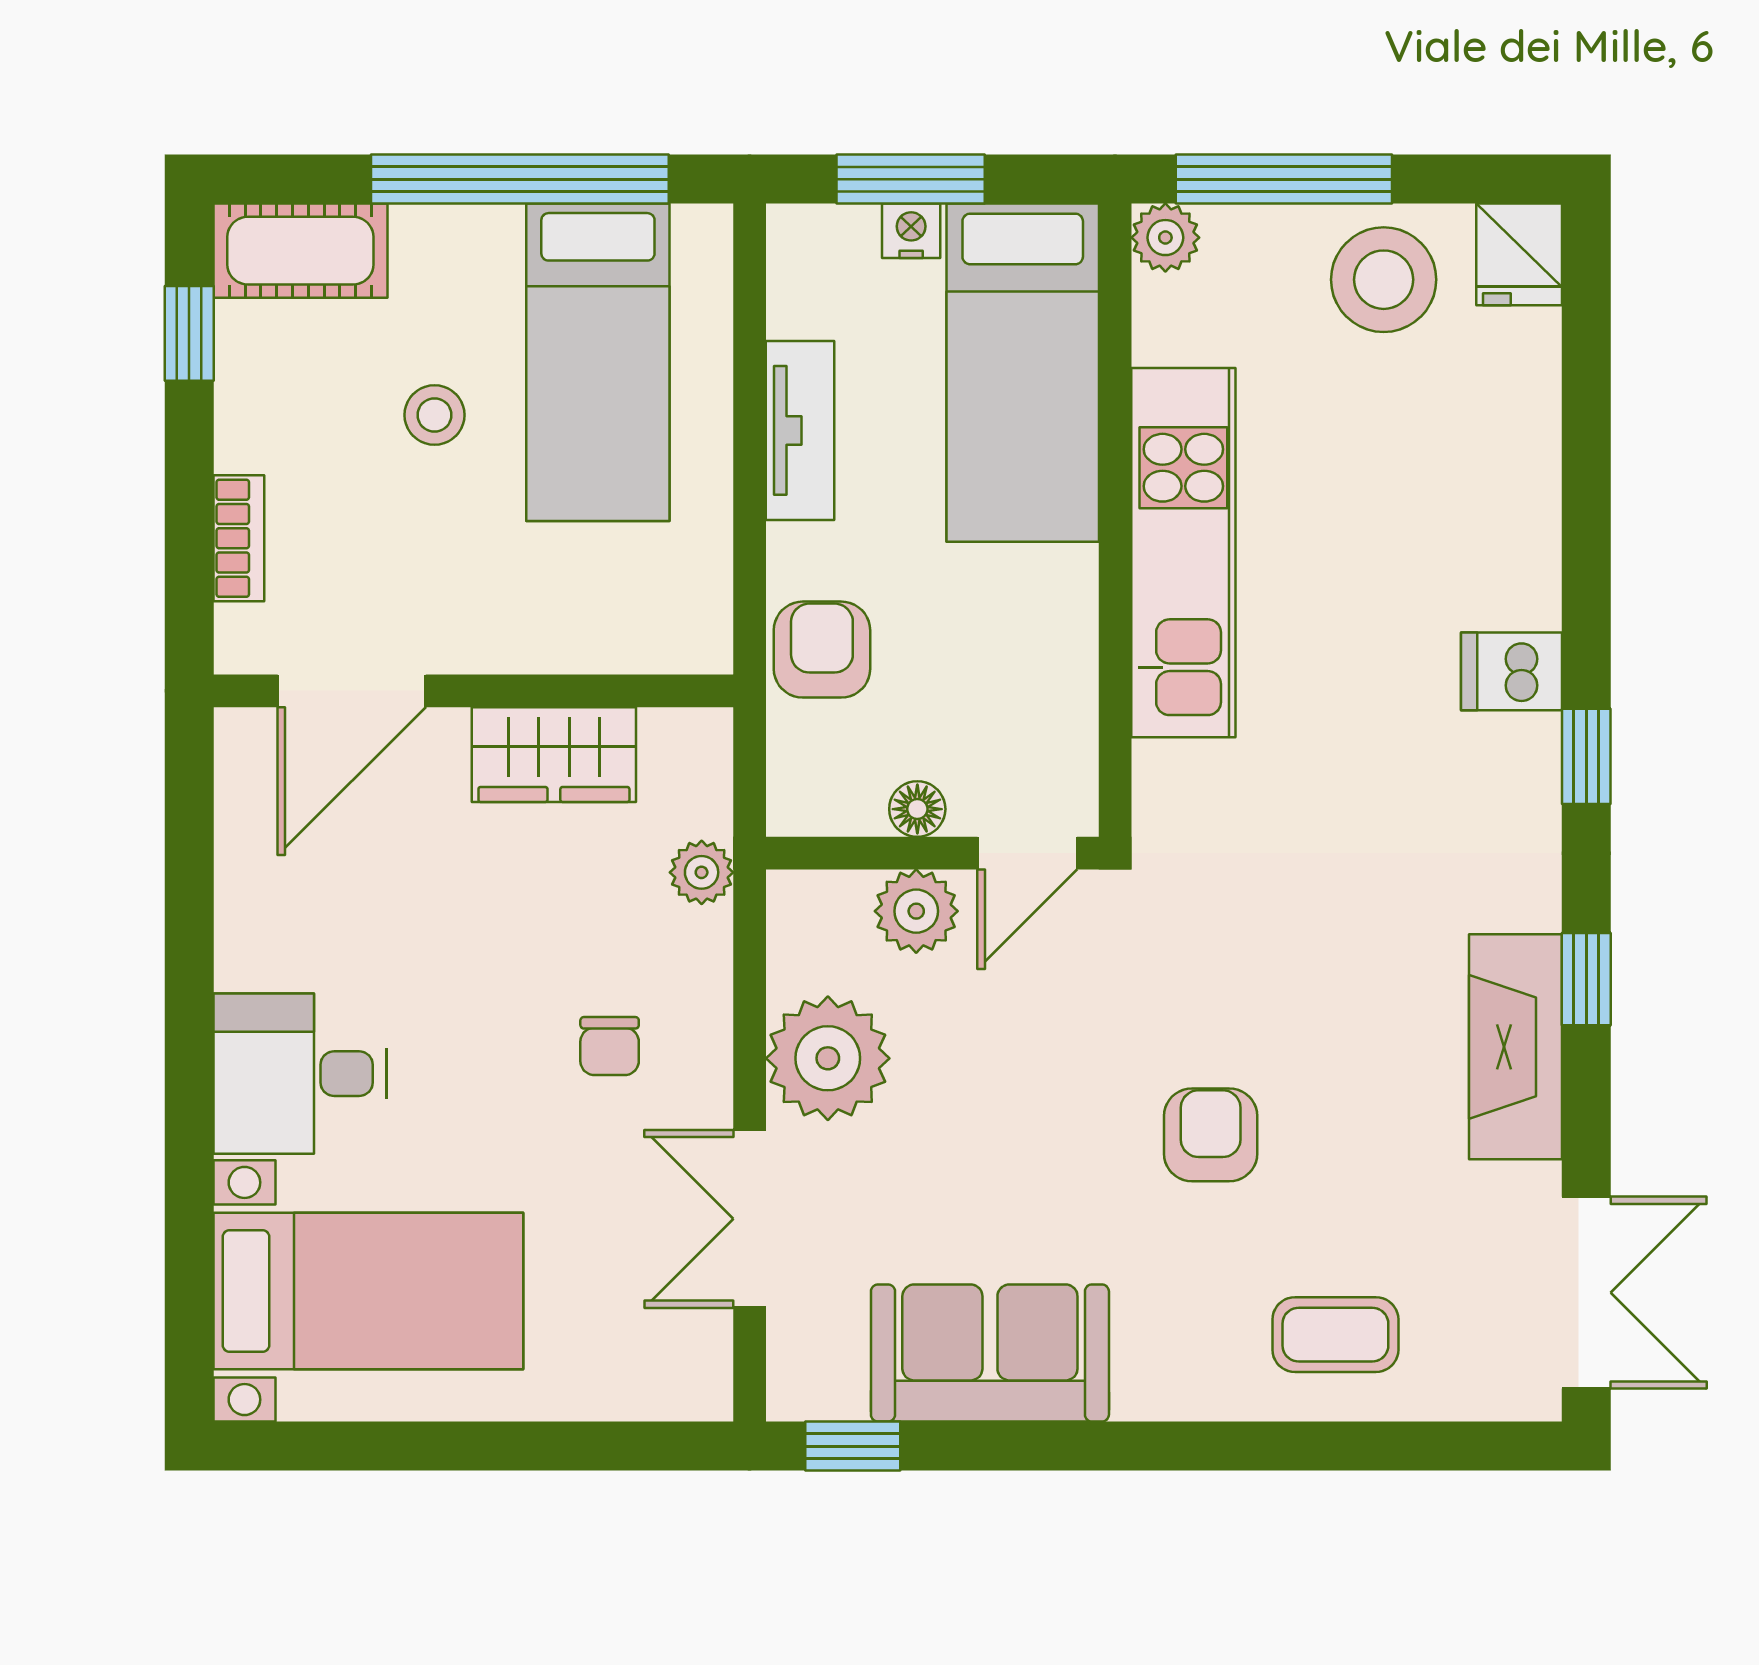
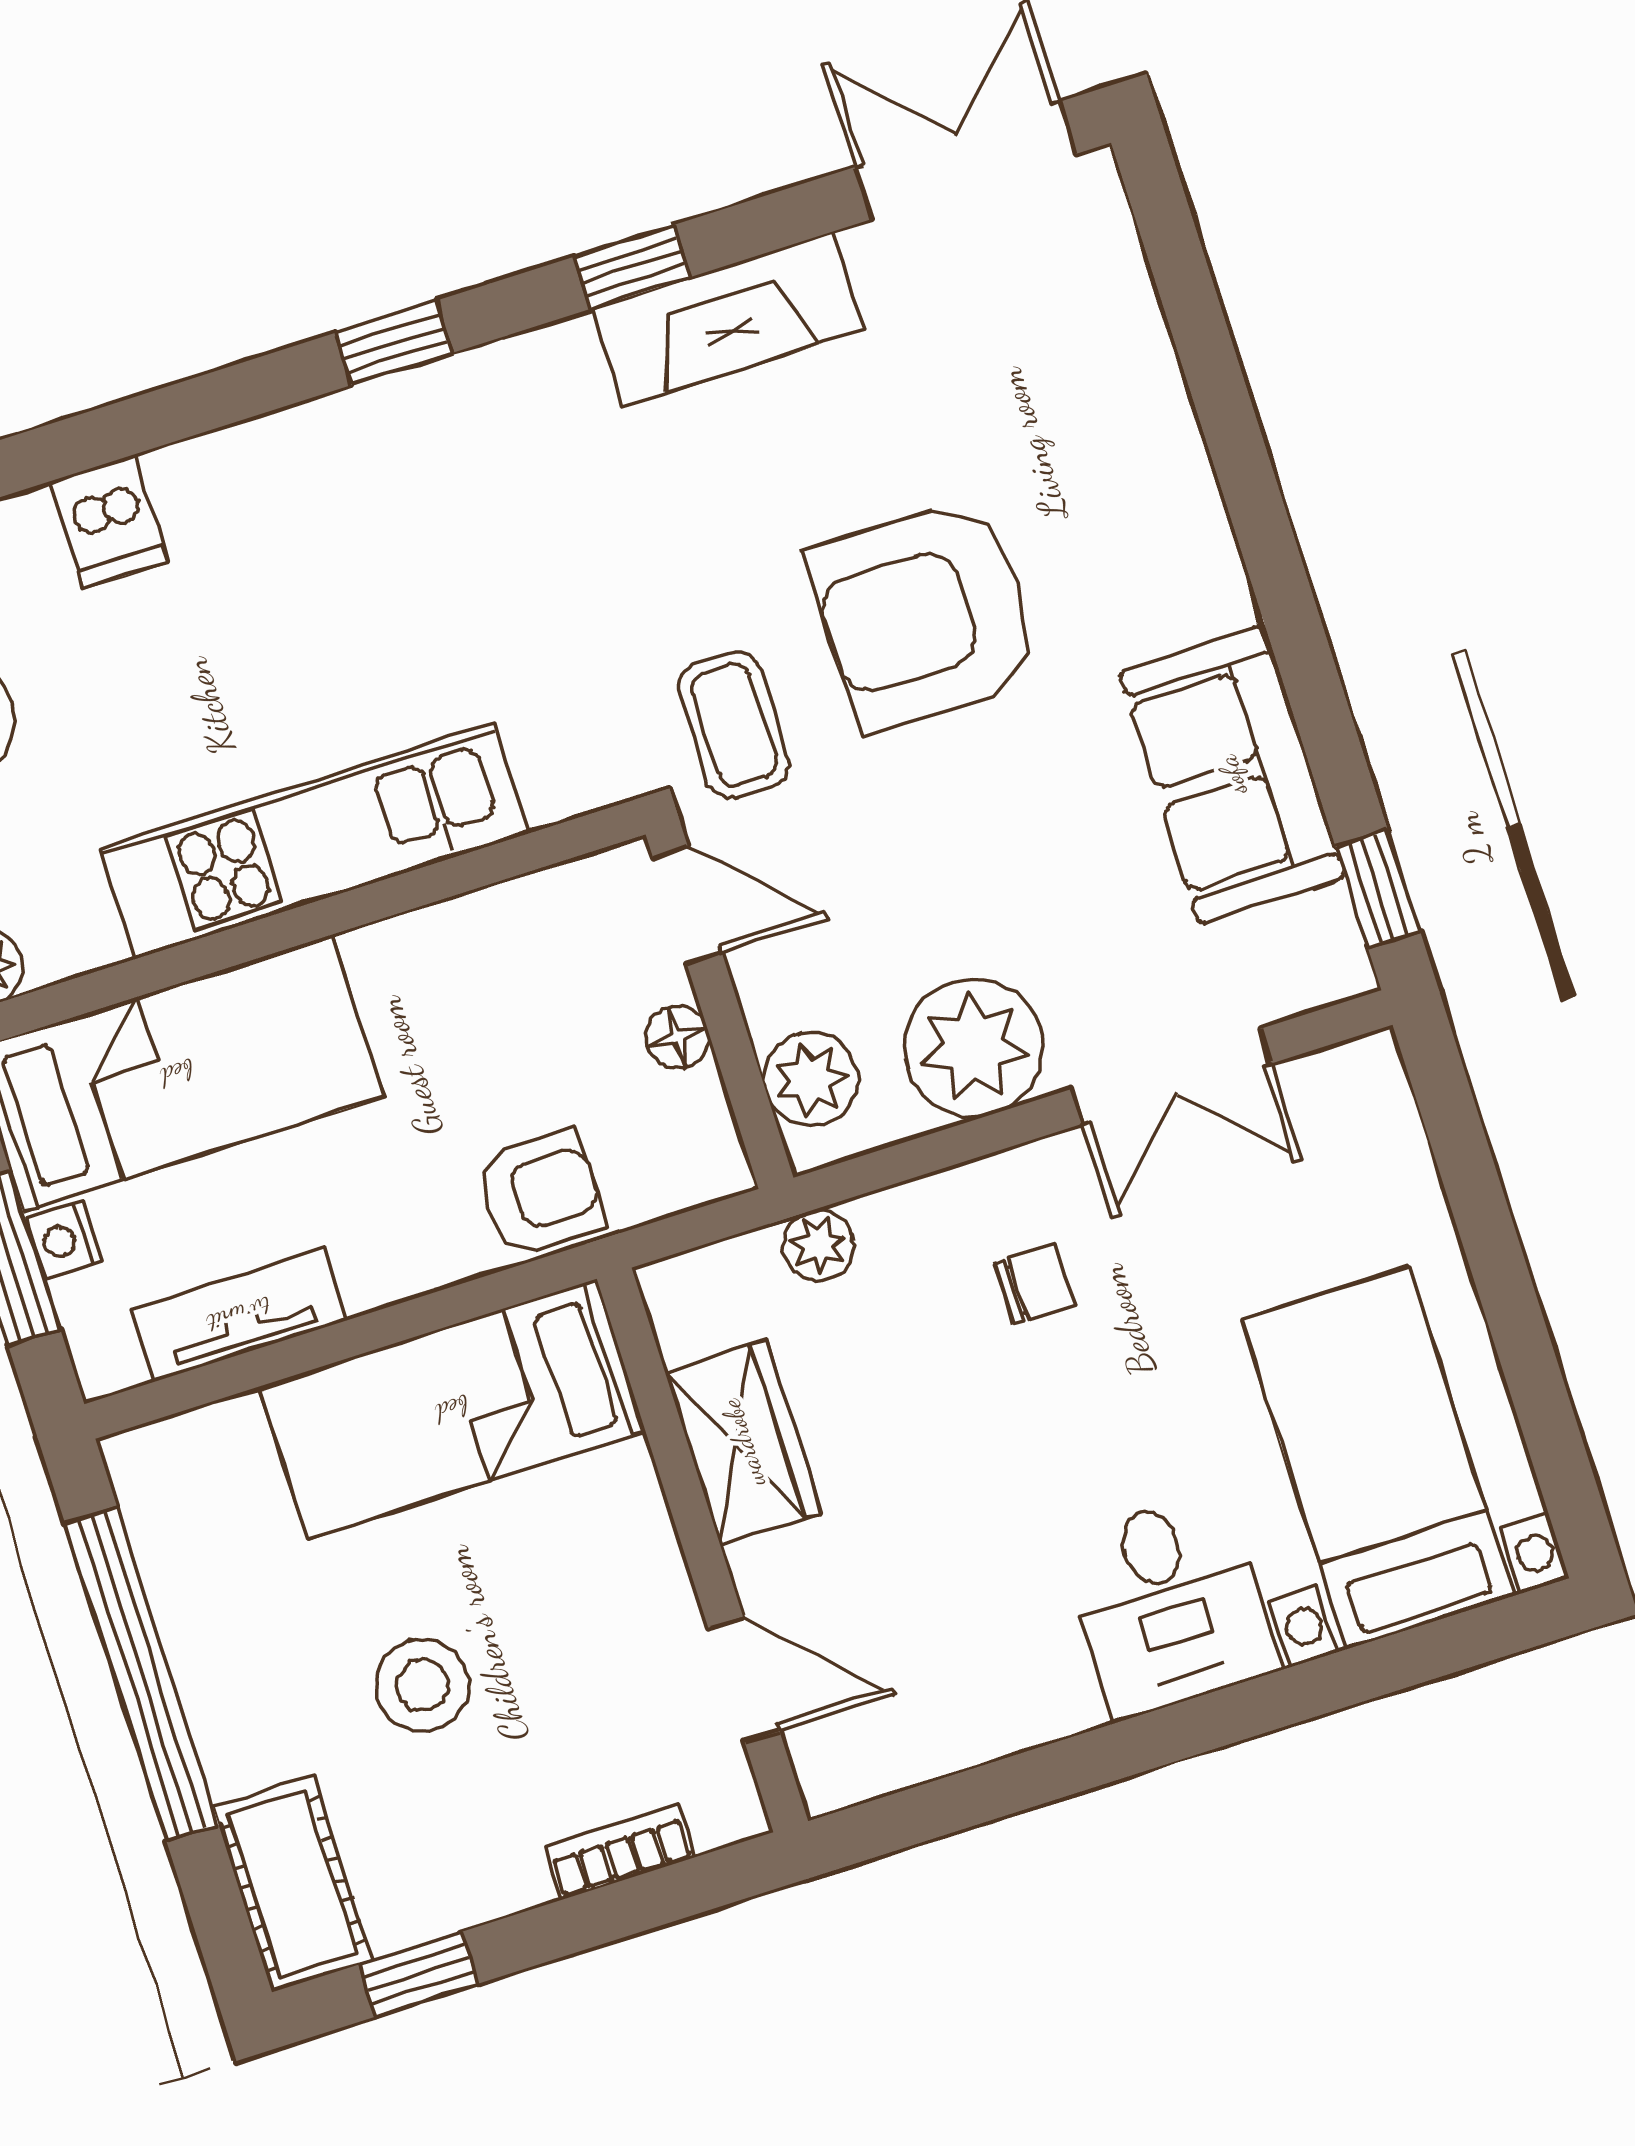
bed: (598, 362) -> (452, 1409), moved, turned 180
stool: (435, 415) -> (422, 1685), width x1.37, depth x1.37
tv unit: (800, 430) -> (239, 1315), moved
armchair: (822, 650) -> (540, 1193), turned 180
dishwasher: (1511, 671) -> (109, 521), moved
door: (352, 691) -> (744, 1680), width x0.73
plant: (916, 911) -> (811, 1079), moved
armchair: (1211, 1135) -> (925, 614), width x1.88, depth x1.88
coffee table: (1335, 1335) -> (734, 725), moved

